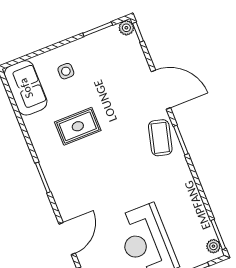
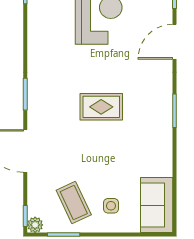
rug: (78, 126) -> (101, 107), moved
coffee table: (160, 138) -> (74, 203), moved, turned -39

